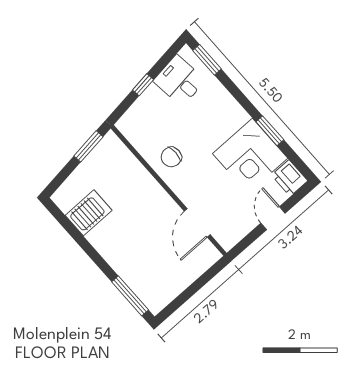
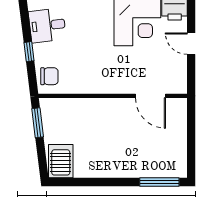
chair: (171, 157) -> (49, 76), moved, turned -90
server rack: (89, 213) -> (61, 161), moved

